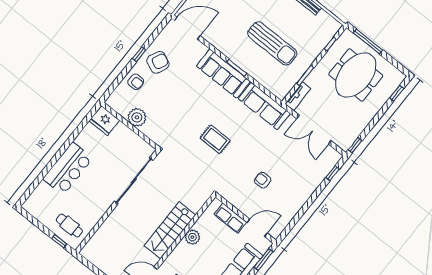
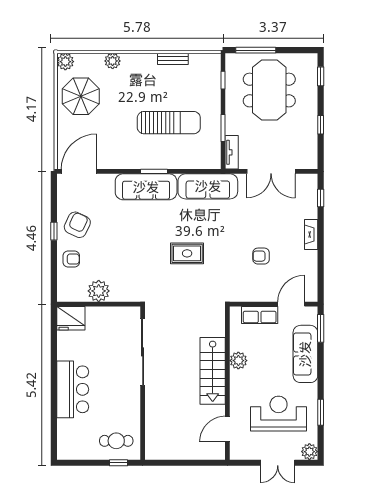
window: (355, 145) -> (321, 125), moved
fireplace: (307, 192) -> (311, 234), added

